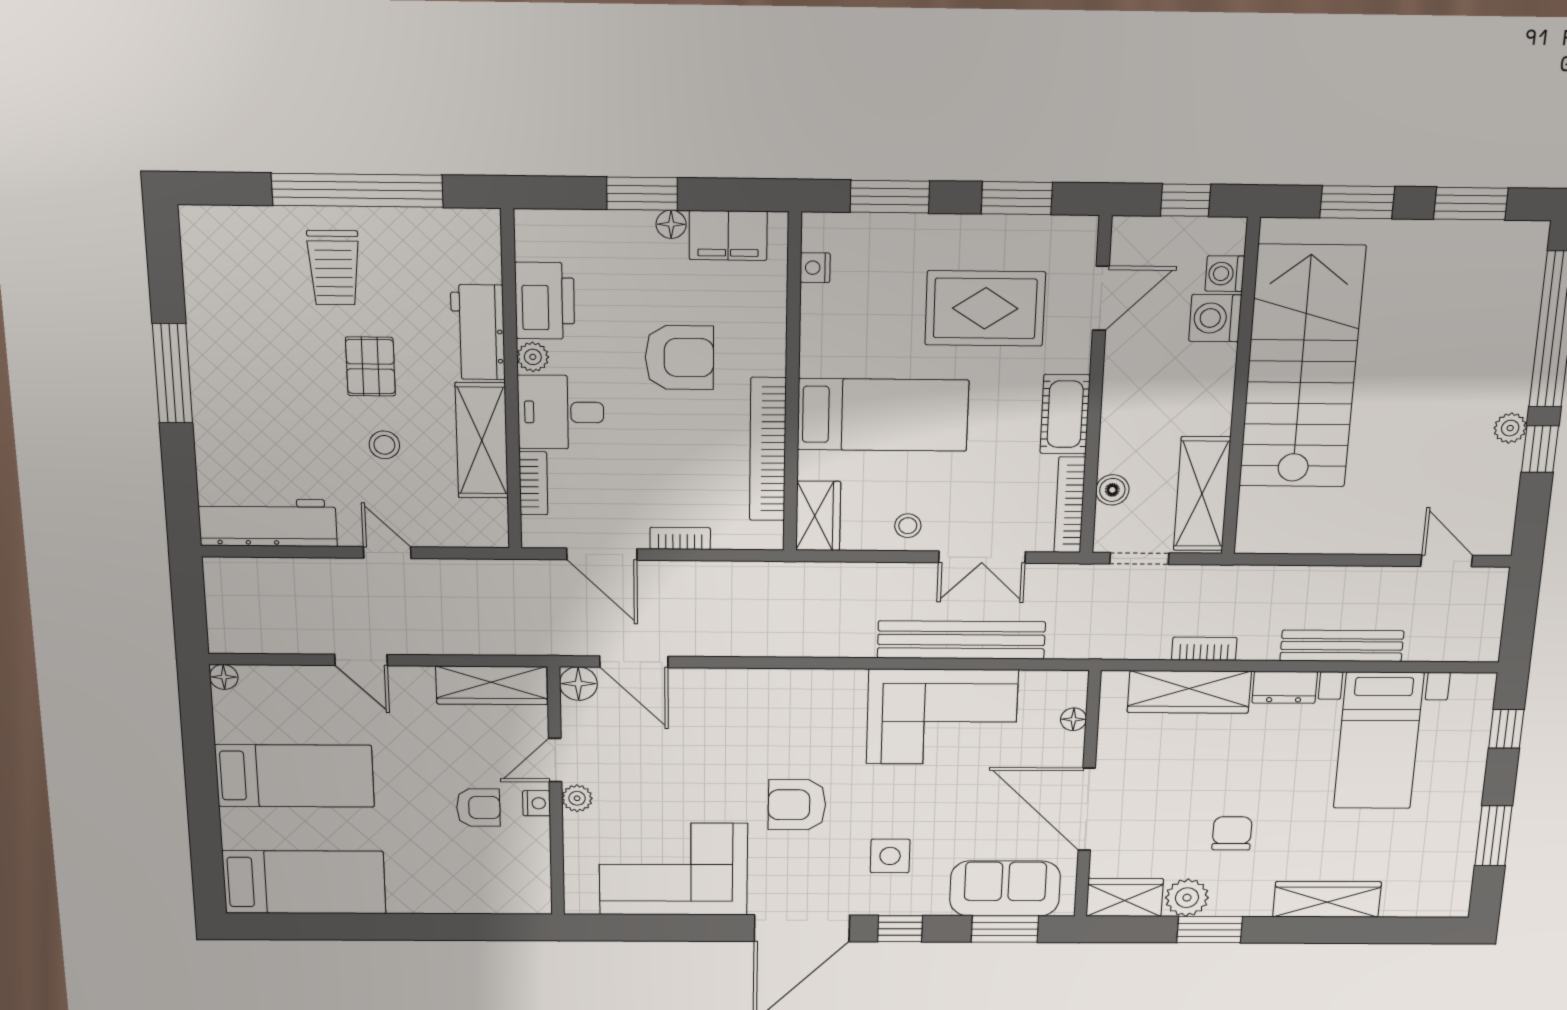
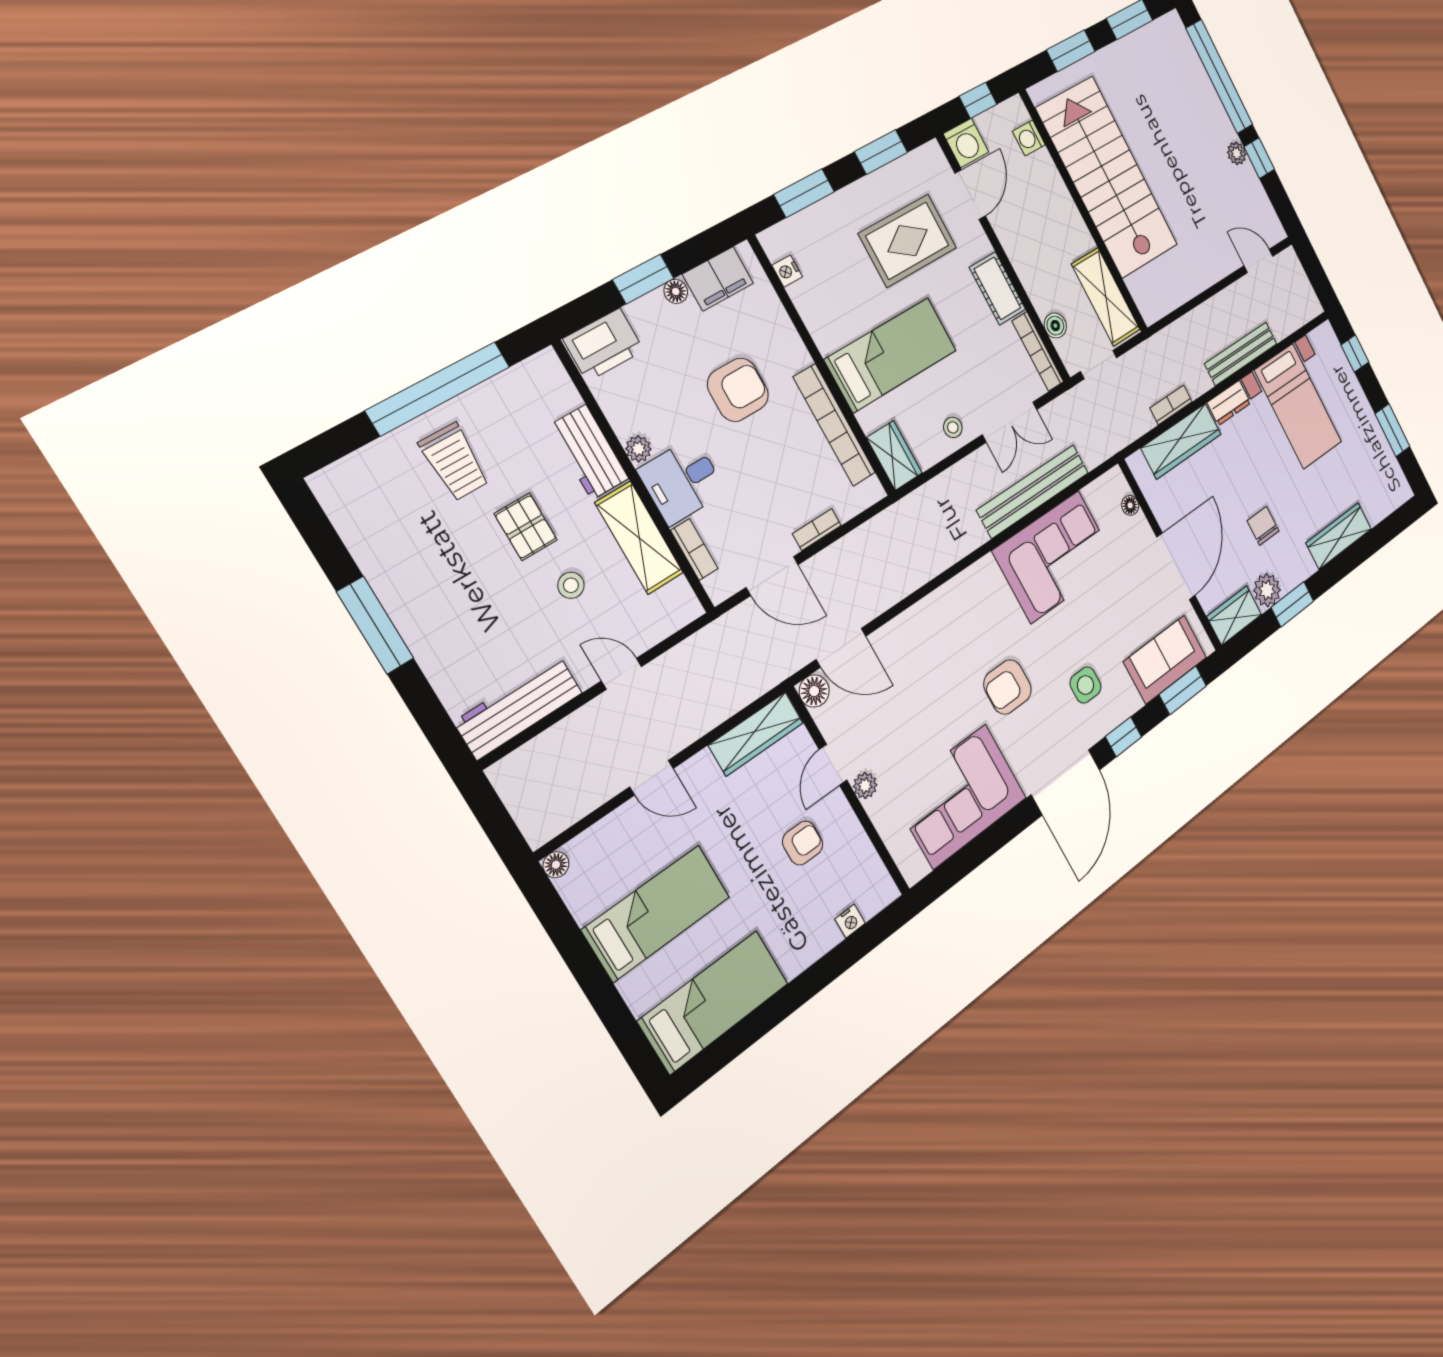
printer: (545, 301) -> (604, 345), moved, turned 90
washing machine: (1215, 318) -> (966, 143), moved, turned -90
nightstand: (537, 803) -> (850, 921), moved, turned 90
door: (1087, 809) -> (1176, 566), swing flipped

